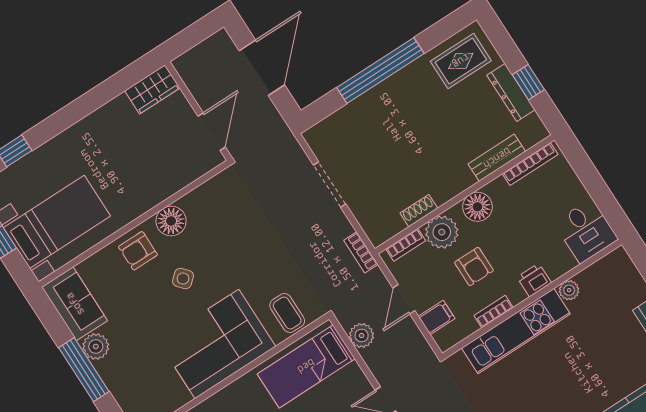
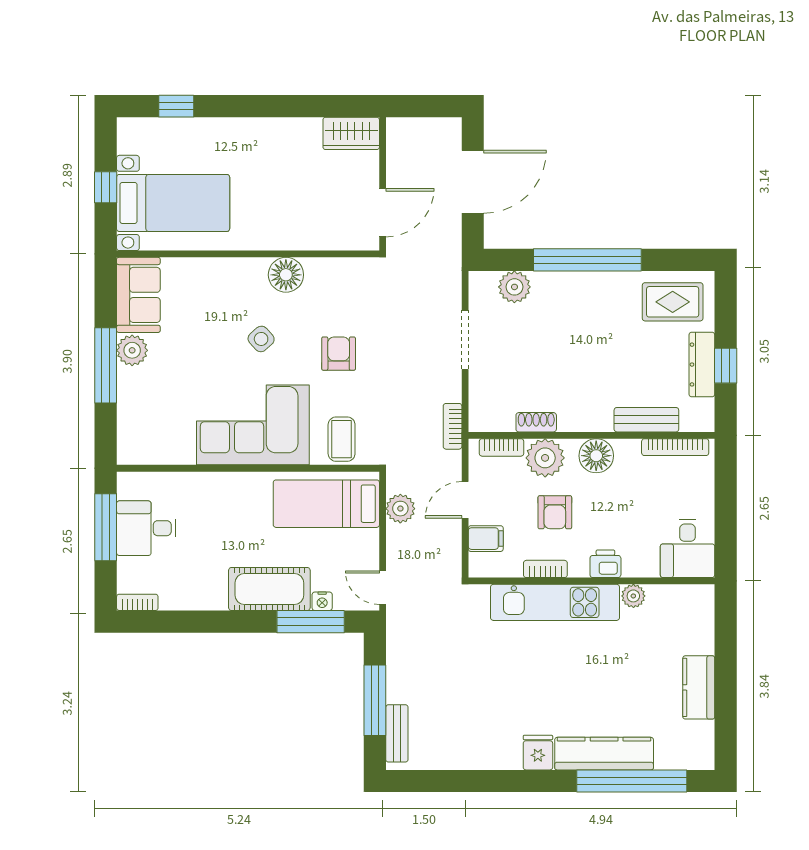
plant: (341, 124) -> (514, 287), added
armchair: (138, 251) -> (339, 354), moved, turned 90

